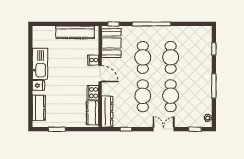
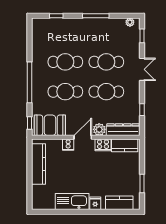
plant: (107, 89) -> (99, 129), added
double door: (164, 129) -> (142, 69), swing flipped

